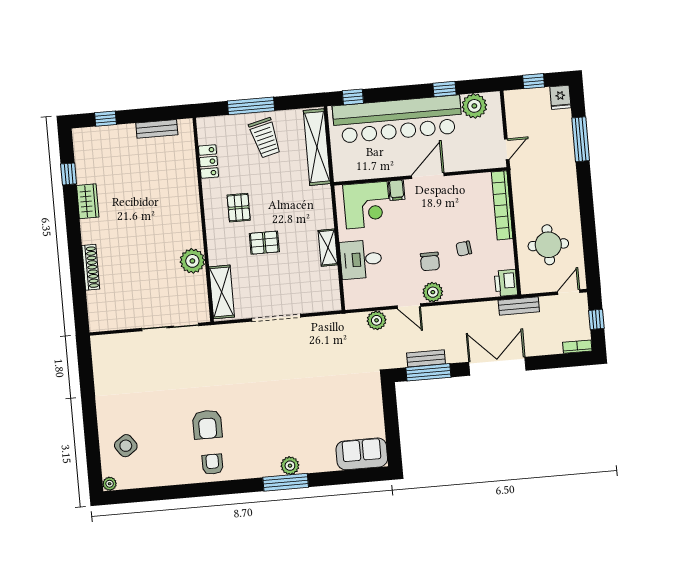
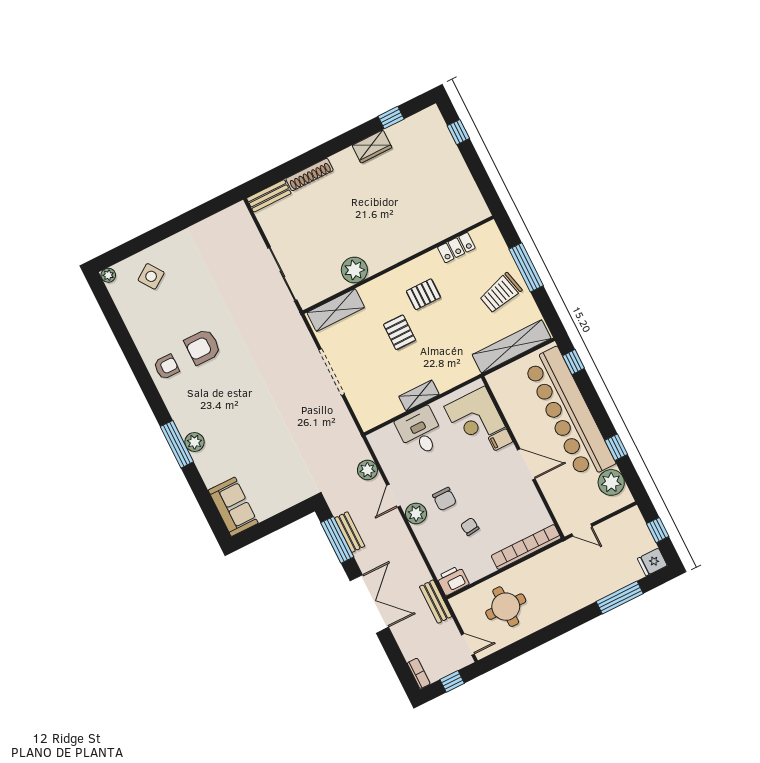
bench: (157, 129) -> (269, 196), moved, turned 90
chair: (430, 261) -> (444, 499), turned -90

